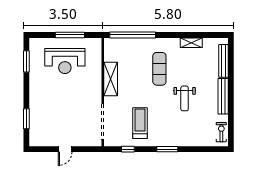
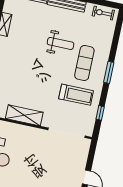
exercise mat: (159, 69) -> (84, 63), moved, turned 90
treadmill: (140, 123) -> (76, 95), turned 180

